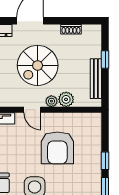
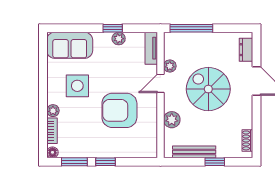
shoe rack: (71, 29) -> (247, 140), moved
plant: (51, 101) -> (170, 66), moved

